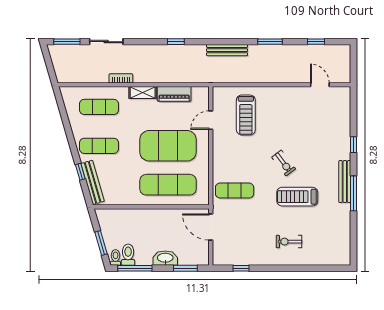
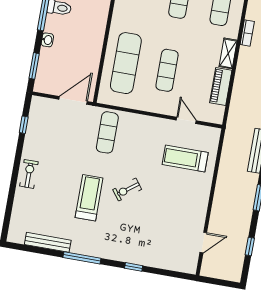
exercise mat: (168, 146) -> (167, 70), width x0.50, depth x0.69
bench: (345, 182) -> (48, 242), moved
exercise bike: (289, 242) -> (29, 174), moved
washbasin: (165, 258) -> (47, 40), width x0.52, depth x0.69

